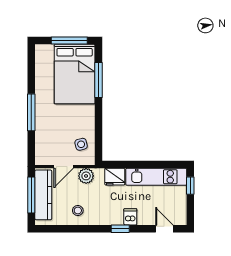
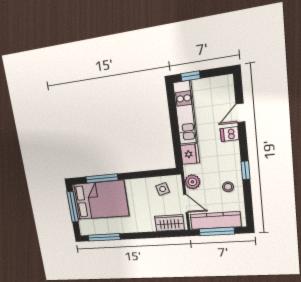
window: (31, 112) -> (104, 237), moved
wardrobe: (44, 147) -> (169, 223), added
window: (120, 229) -> (245, 170), moved
door: (164, 229) -> (240, 113), moved

